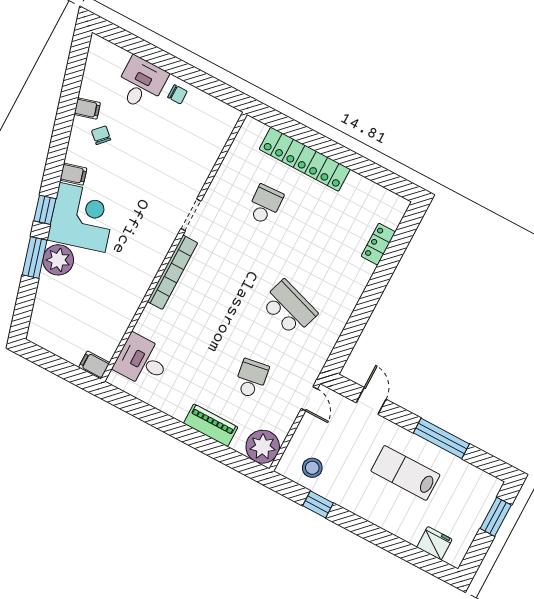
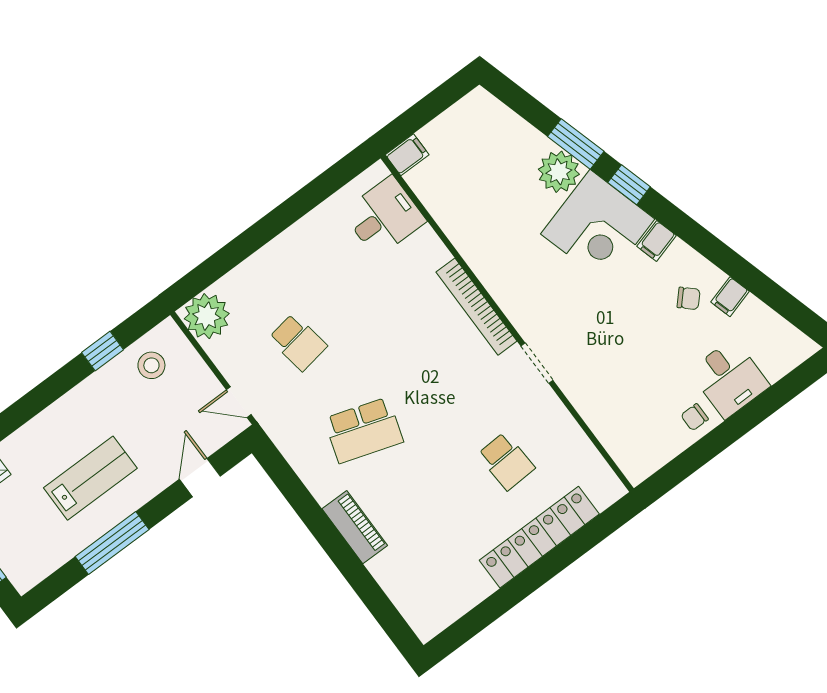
locker: (378, 244) -> (391, 579), removed
door: (371, 401) -> (200, 478), swing flipped
piano: (211, 425) -> (355, 527), moved, turned -90

